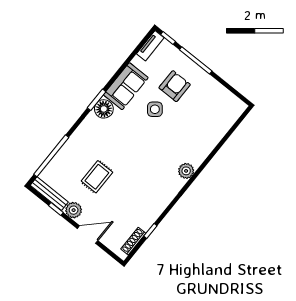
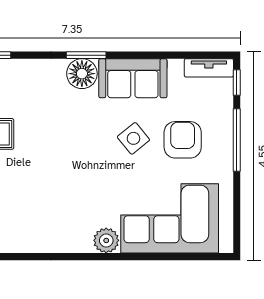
armchair: (175, 86) -> (183, 140), turned -90
corner sofa: (207, 123) -> (170, 218), added
plant: (186, 171) -> (106, 240), moved

